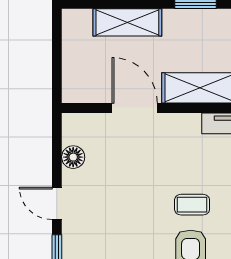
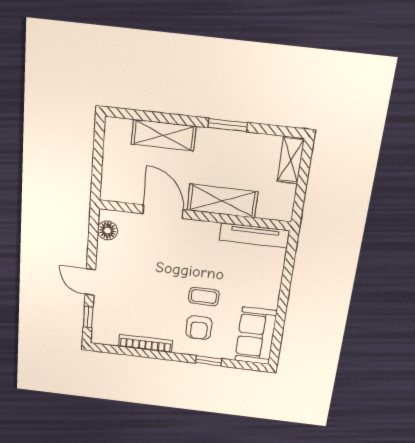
floor lamp: (73, 157) -> (107, 231), moved

